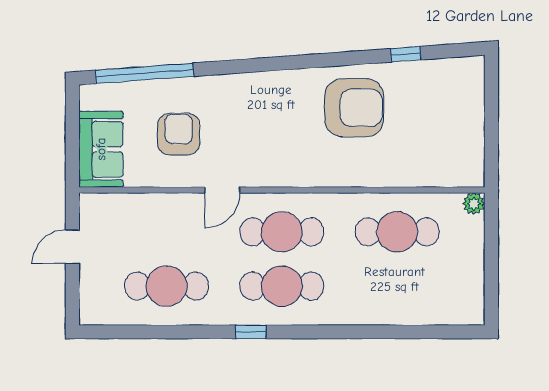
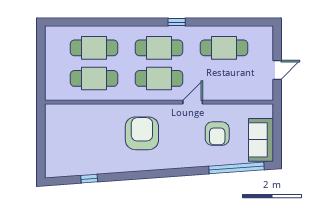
armchair: (354, 108) -> (142, 133), moved, turned 90
sofa: (101, 149) -> (261, 140), moved
plant: (474, 204) -> (51, 94), removed
cafe table: (397, 286) -> (94, 48), added

